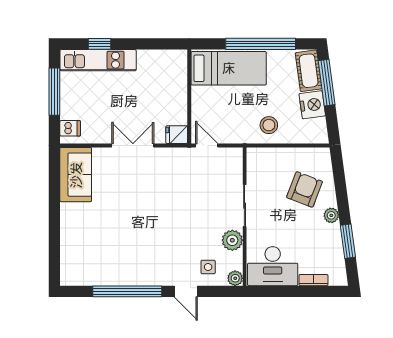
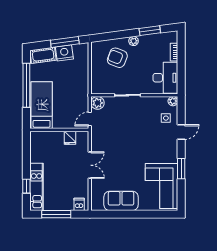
window: (327, 83) -> (65, 42), moved
stool: (269, 125) -> (77, 80), removed
fridge: (177, 135) -> (70, 138), moved
double door: (133, 145) -> (90, 165), swing flipped
sofa: (76, 175) -> (121, 201), moved
plant: (232, 240) -> (98, 103), moved
corner sofa: (99, 260) -> (161, 186), added
window: (127, 291) -> (181, 169), width x0.47

